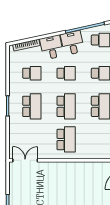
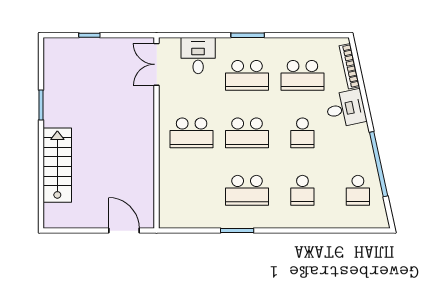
desk: (72, 43) -> (198, 56), moved, turned -78
school desk: (32, 73) -> (302, 75), width x1.85
double door: (25, 160) -> (157, 64), swing flipped

